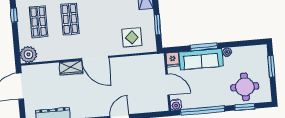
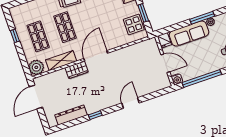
display table: (132, 37) -> (134, 25), moved
window: (204, 47) -> (202, 18), moved
shelving: (57, 54) -> (61, 61), added
door: (95, 58) -> (96, 56), swing flipped

